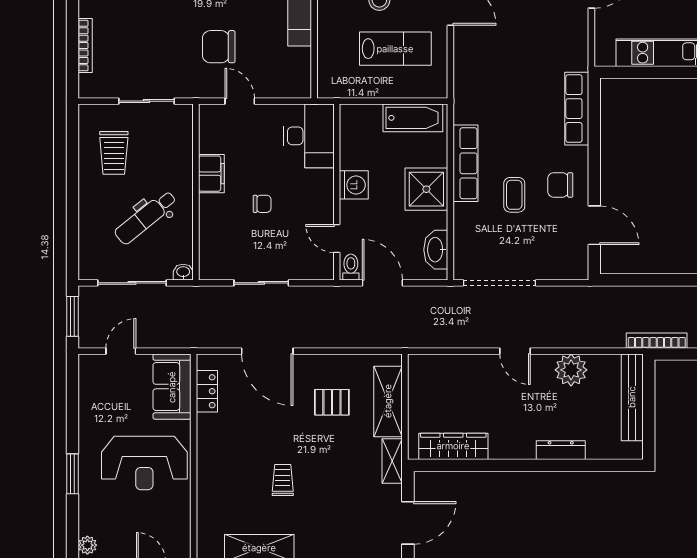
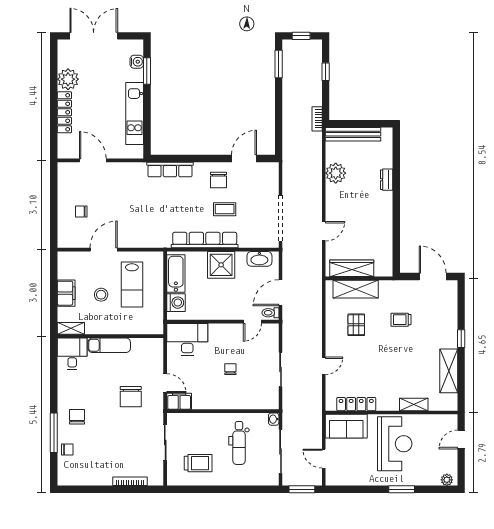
lab bench: (395, 49) -> (132, 285), turned 180
door: (240, 101) -> (165, 383), swing flipped
row of seats: (466, 163) -> (205, 240), width x1.36
filing cabinet: (211, 174) -> (179, 401), moved
washing machine: (354, 185) -> (176, 303), moved, turned 90
dental chair: (146, 217) -> (239, 443), turned 39
bookcase: (657, 341) -> (317, 119), width x0.64
door: (267, 351) -> (324, 366), width x0.53
door: (515, 351) -> (324, 231), moved
locker: (207, 391) -> (356, 404), width x1.53
wardrobe: (453, 446) -> (352, 268), moved, turned 90
dresser: (561, 450) -> (387, 180), width x0.70
shelving: (392, 461) -> (414, 404), moved
trolley: (283, 480) -> (401, 320), moved

